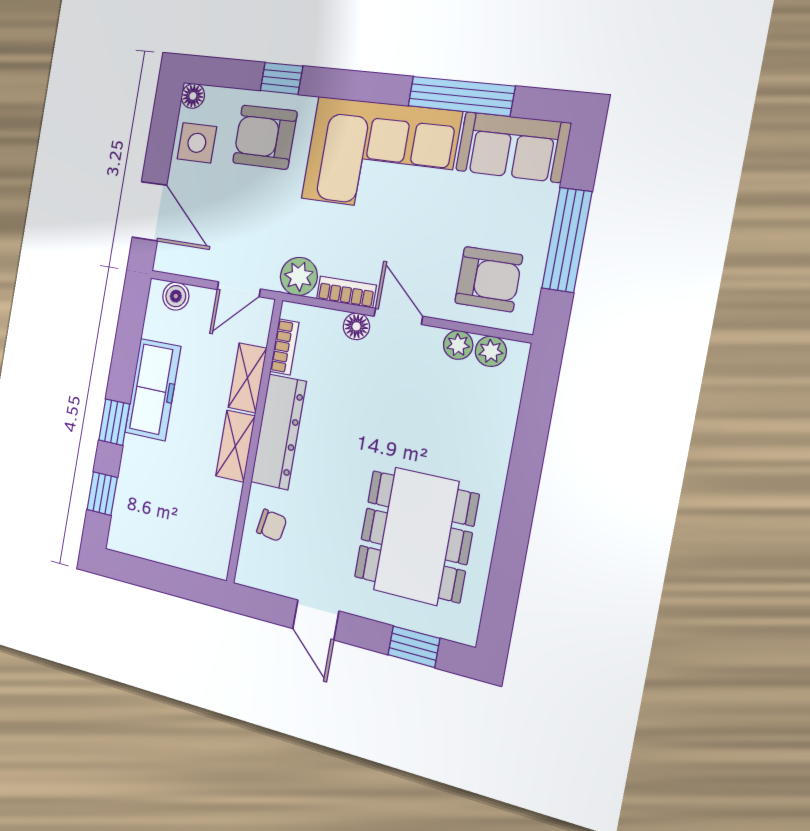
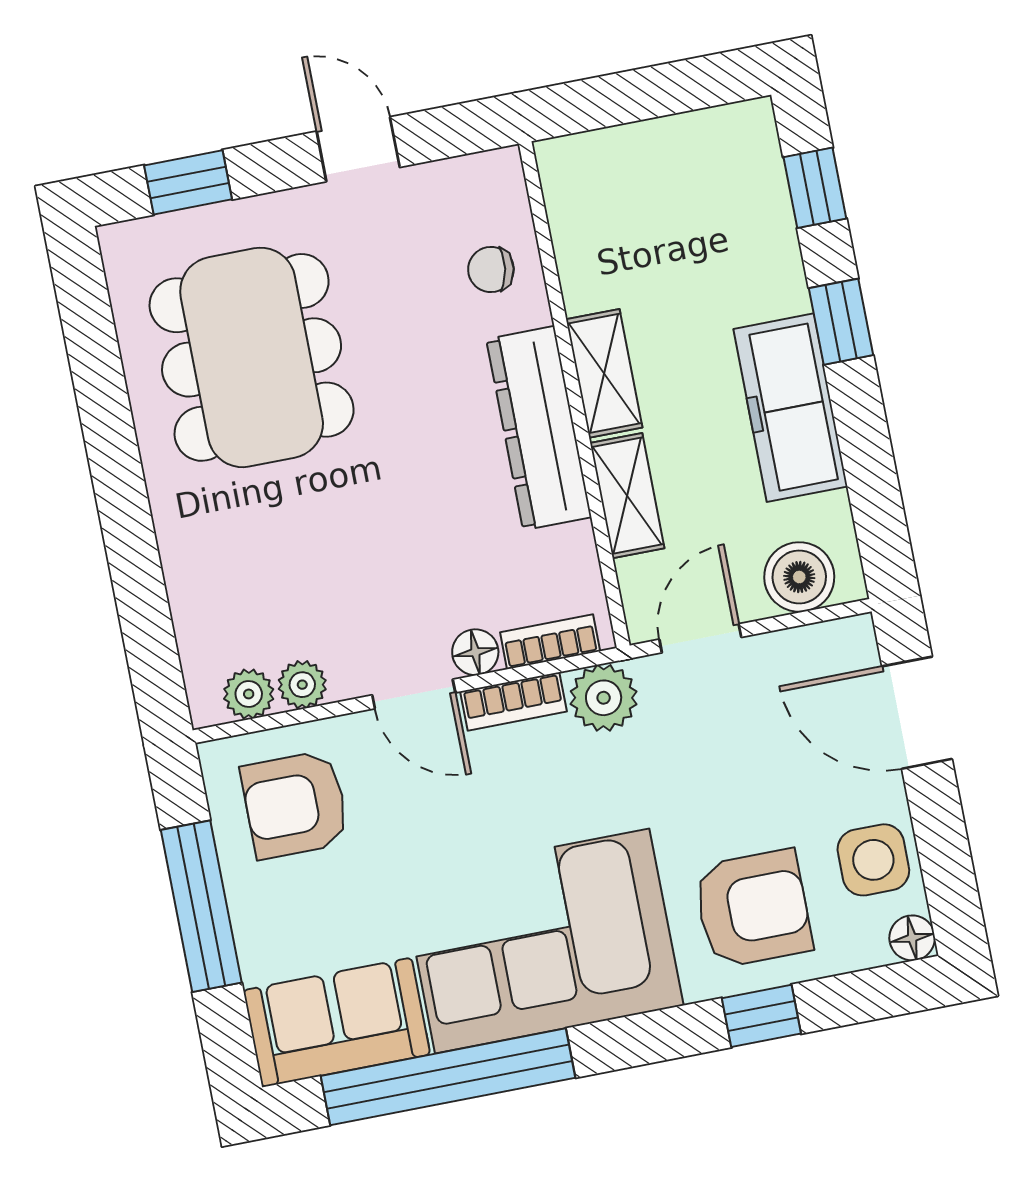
window: (461, 96) -> (448, 1077), width x1.46
boiler: (176, 296) -> (799, 577), width x1.36, depth x1.36
bookcase: (284, 347) -> (550, 642), moved, turned 90

